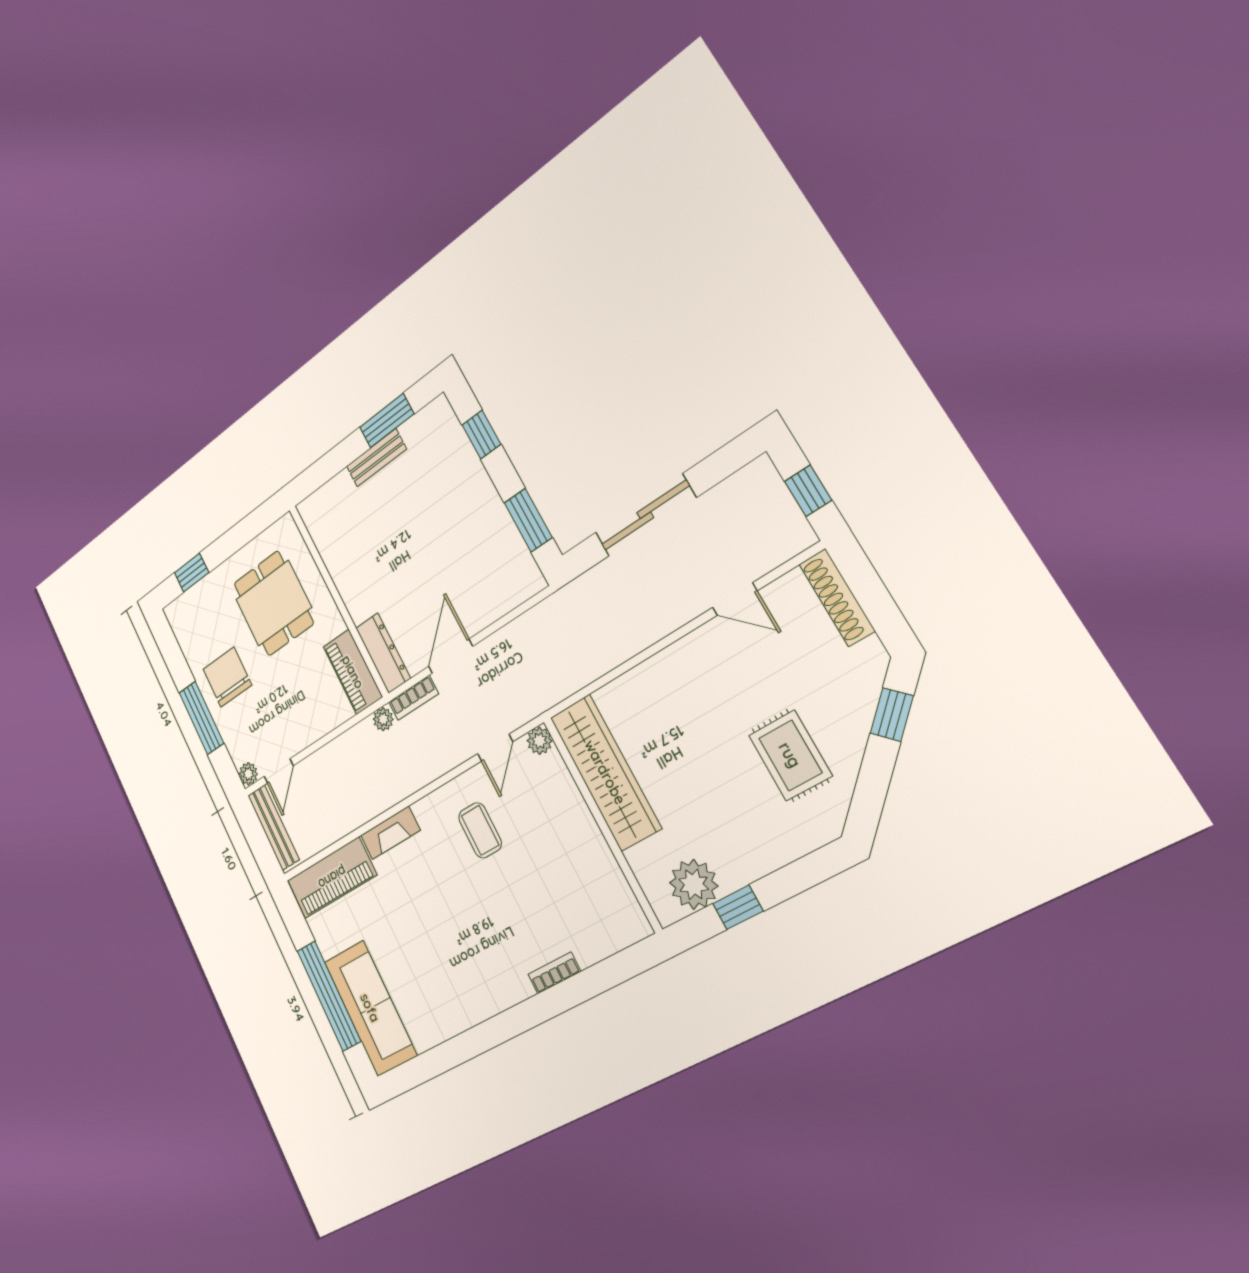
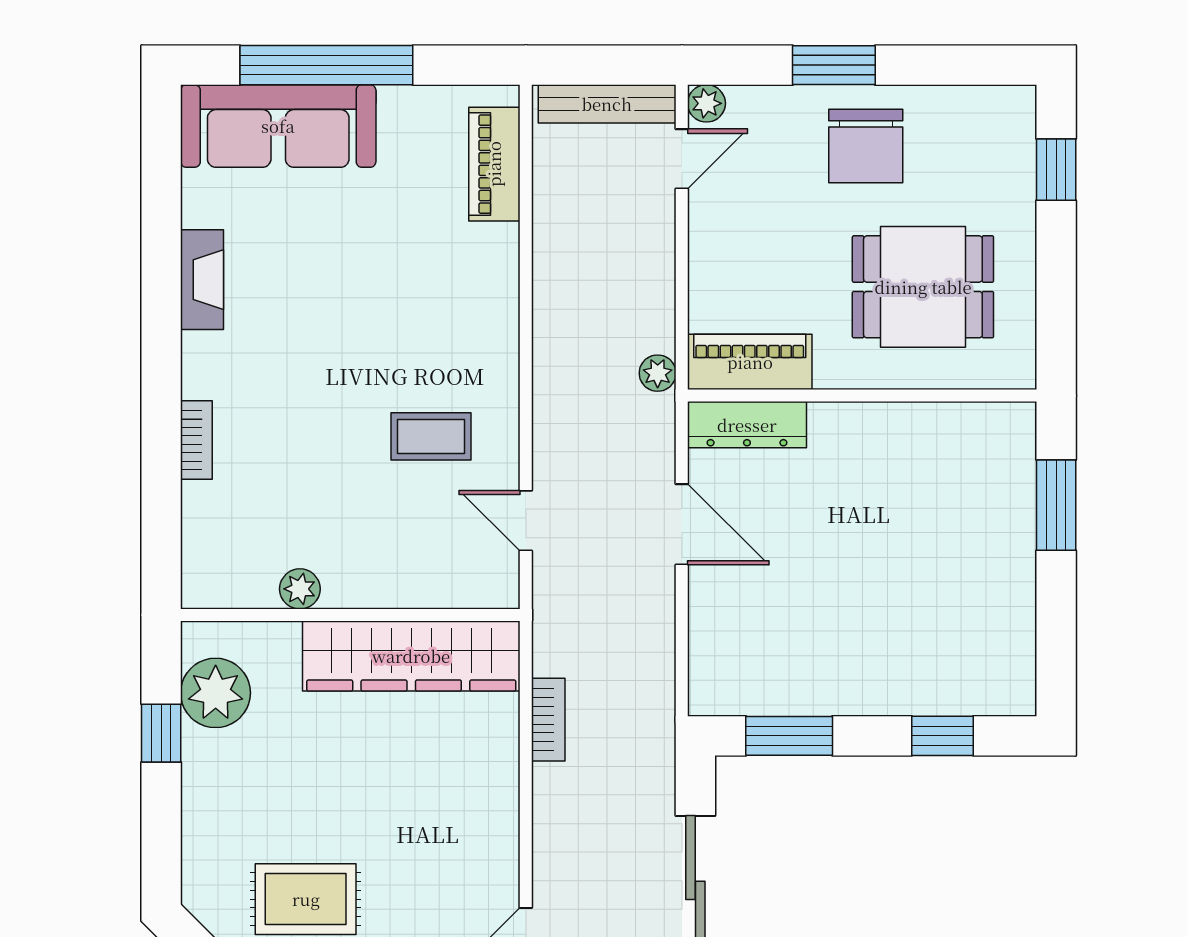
window: (387, 421) -> (1056, 505), moved
bench: (376, 458) -> (1017, 567), removed
chair: (227, 677) -> (866, 146), turned 90
bookcase: (414, 698) -> (548, 720), moved, turned 180
window: (201, 718) -> (834, 65), width x0.69
plant: (540, 741) -> (300, 589), moved
door: (279, 771) -> (682, 159), swing flipped
fireplace: (390, 833) -> (202, 280), moved, turned 180
piano: (332, 878) -> (494, 164), width x0.73, depth x0.75

